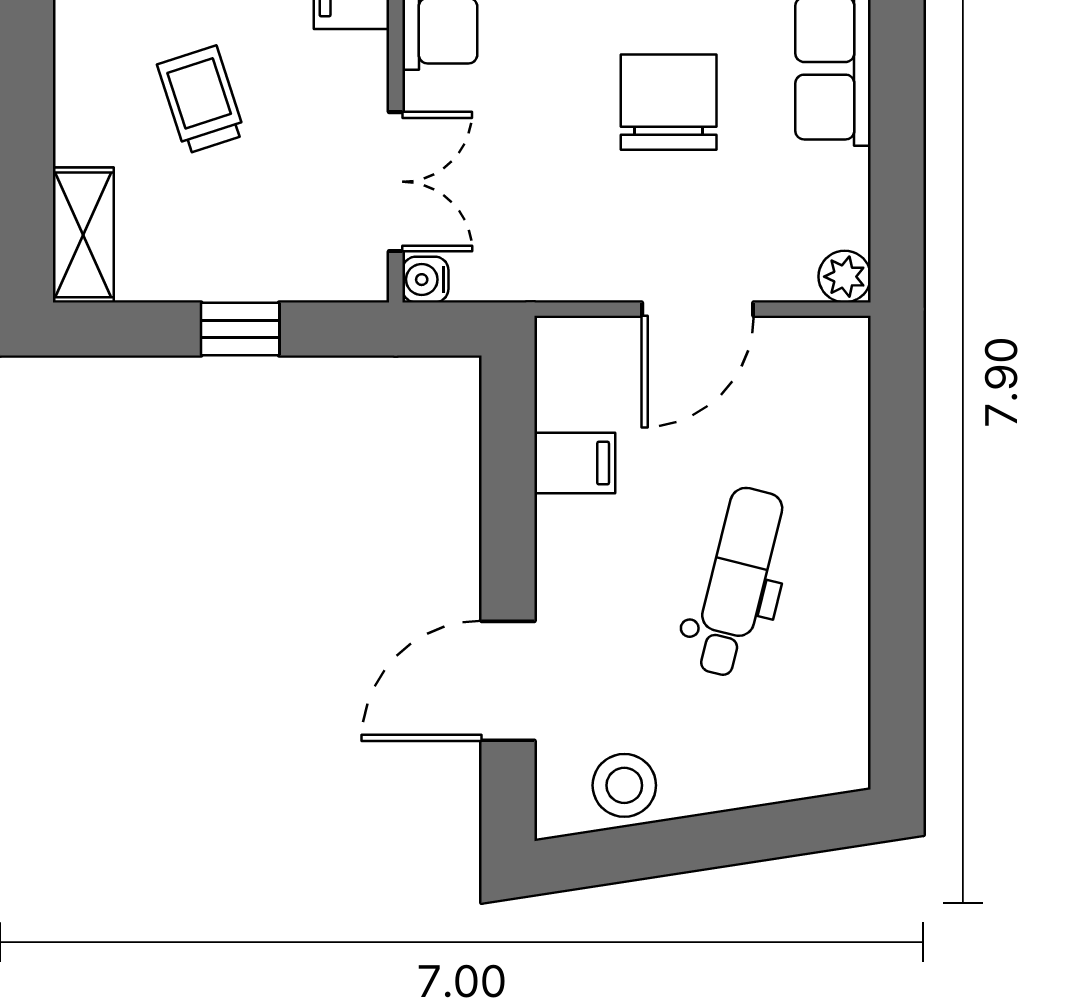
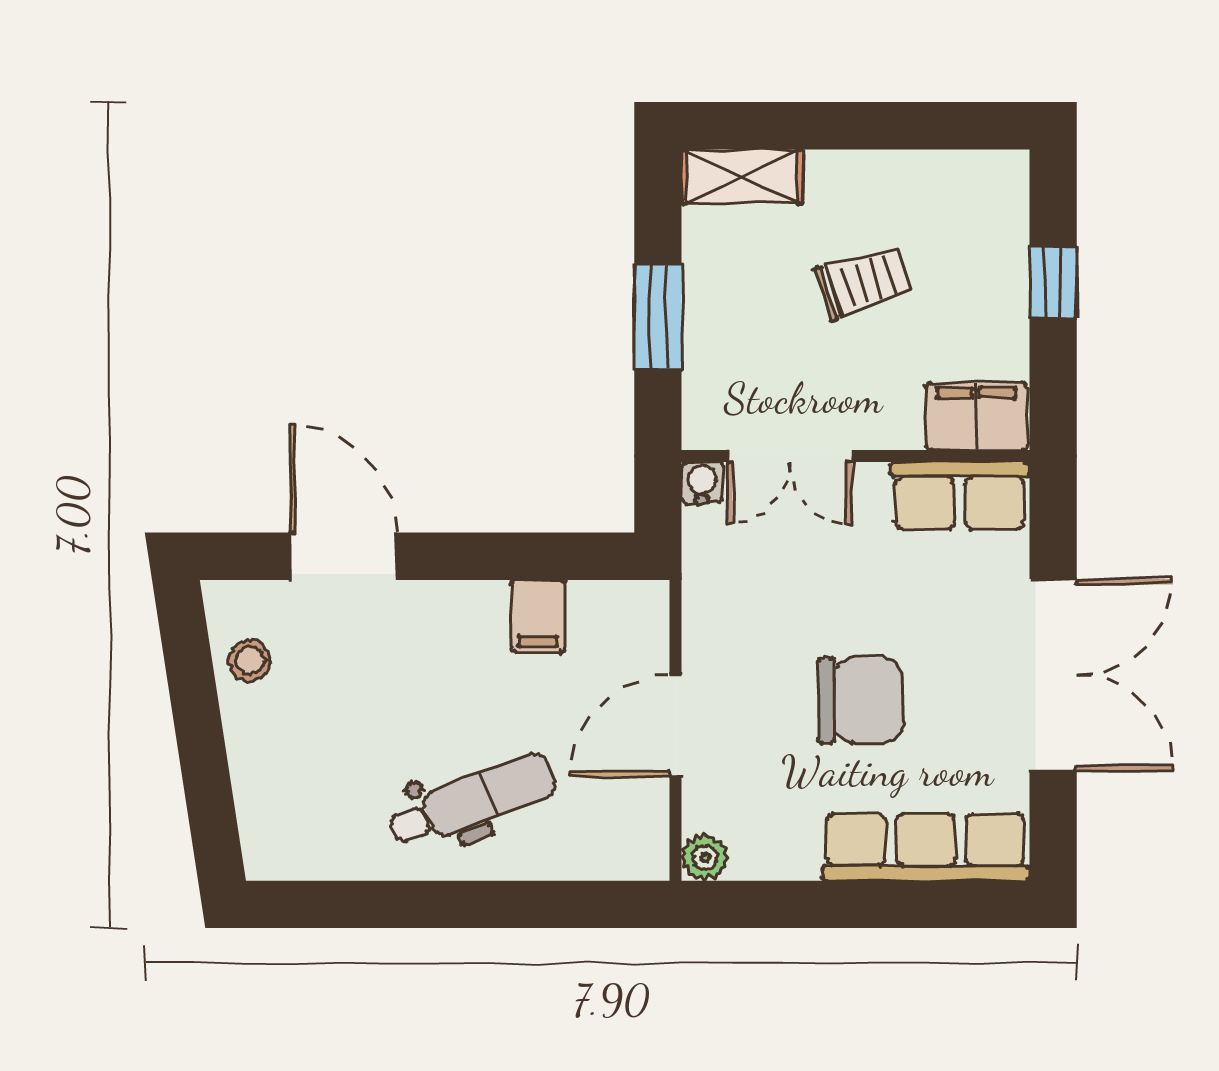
door: (698, 309) -> (676, 726), hinge flipped
window: (240, 329) -> (658, 317), width x1.50
dental chair: (737, 582) -> (472, 801), moved, turned -35
stool: (624, 785) -> (250, 660), width x0.73, depth x0.73

